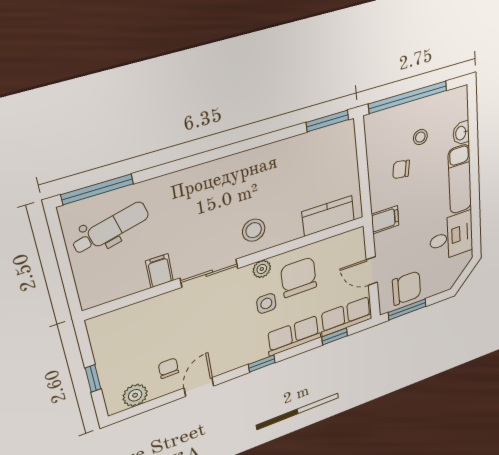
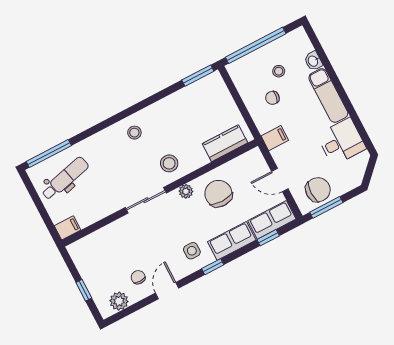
stool: (223, 182) -> (134, 133), added
filing cabinet: (159, 271) -> (68, 228), moved, turned 90
side table: (266, 303) -> (192, 251), moved

